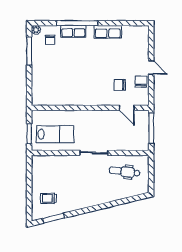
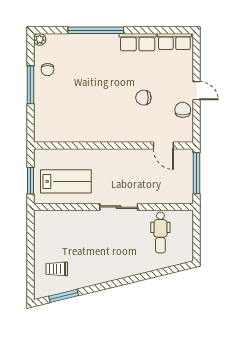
row of seats: (73, 31) -> (174, 41), moved
chair: (50, 40) -> (48, 70), moved
window: (29, 51) -> (30, 85), moved
chair: (120, 85) -> (143, 98), moved
dental chair: (125, 172) -> (160, 233), turned -97

